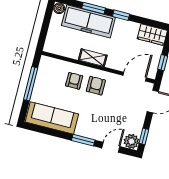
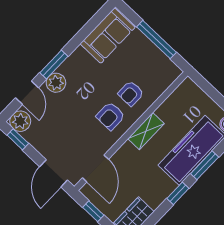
armchair: (74, 81) -> (131, 93), turned 90
armchair: (96, 86) -> (111, 116), turned 90
sofa: (52, 118) -> (108, 35), width x0.73
plant: (94, 132) -> (56, 83), added

